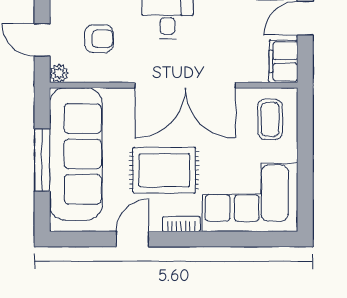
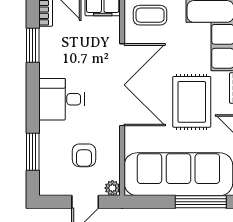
armchair: (99, 39) -> (84, 155), turned 180
window: (42, 160) -> (201, 202), moved

